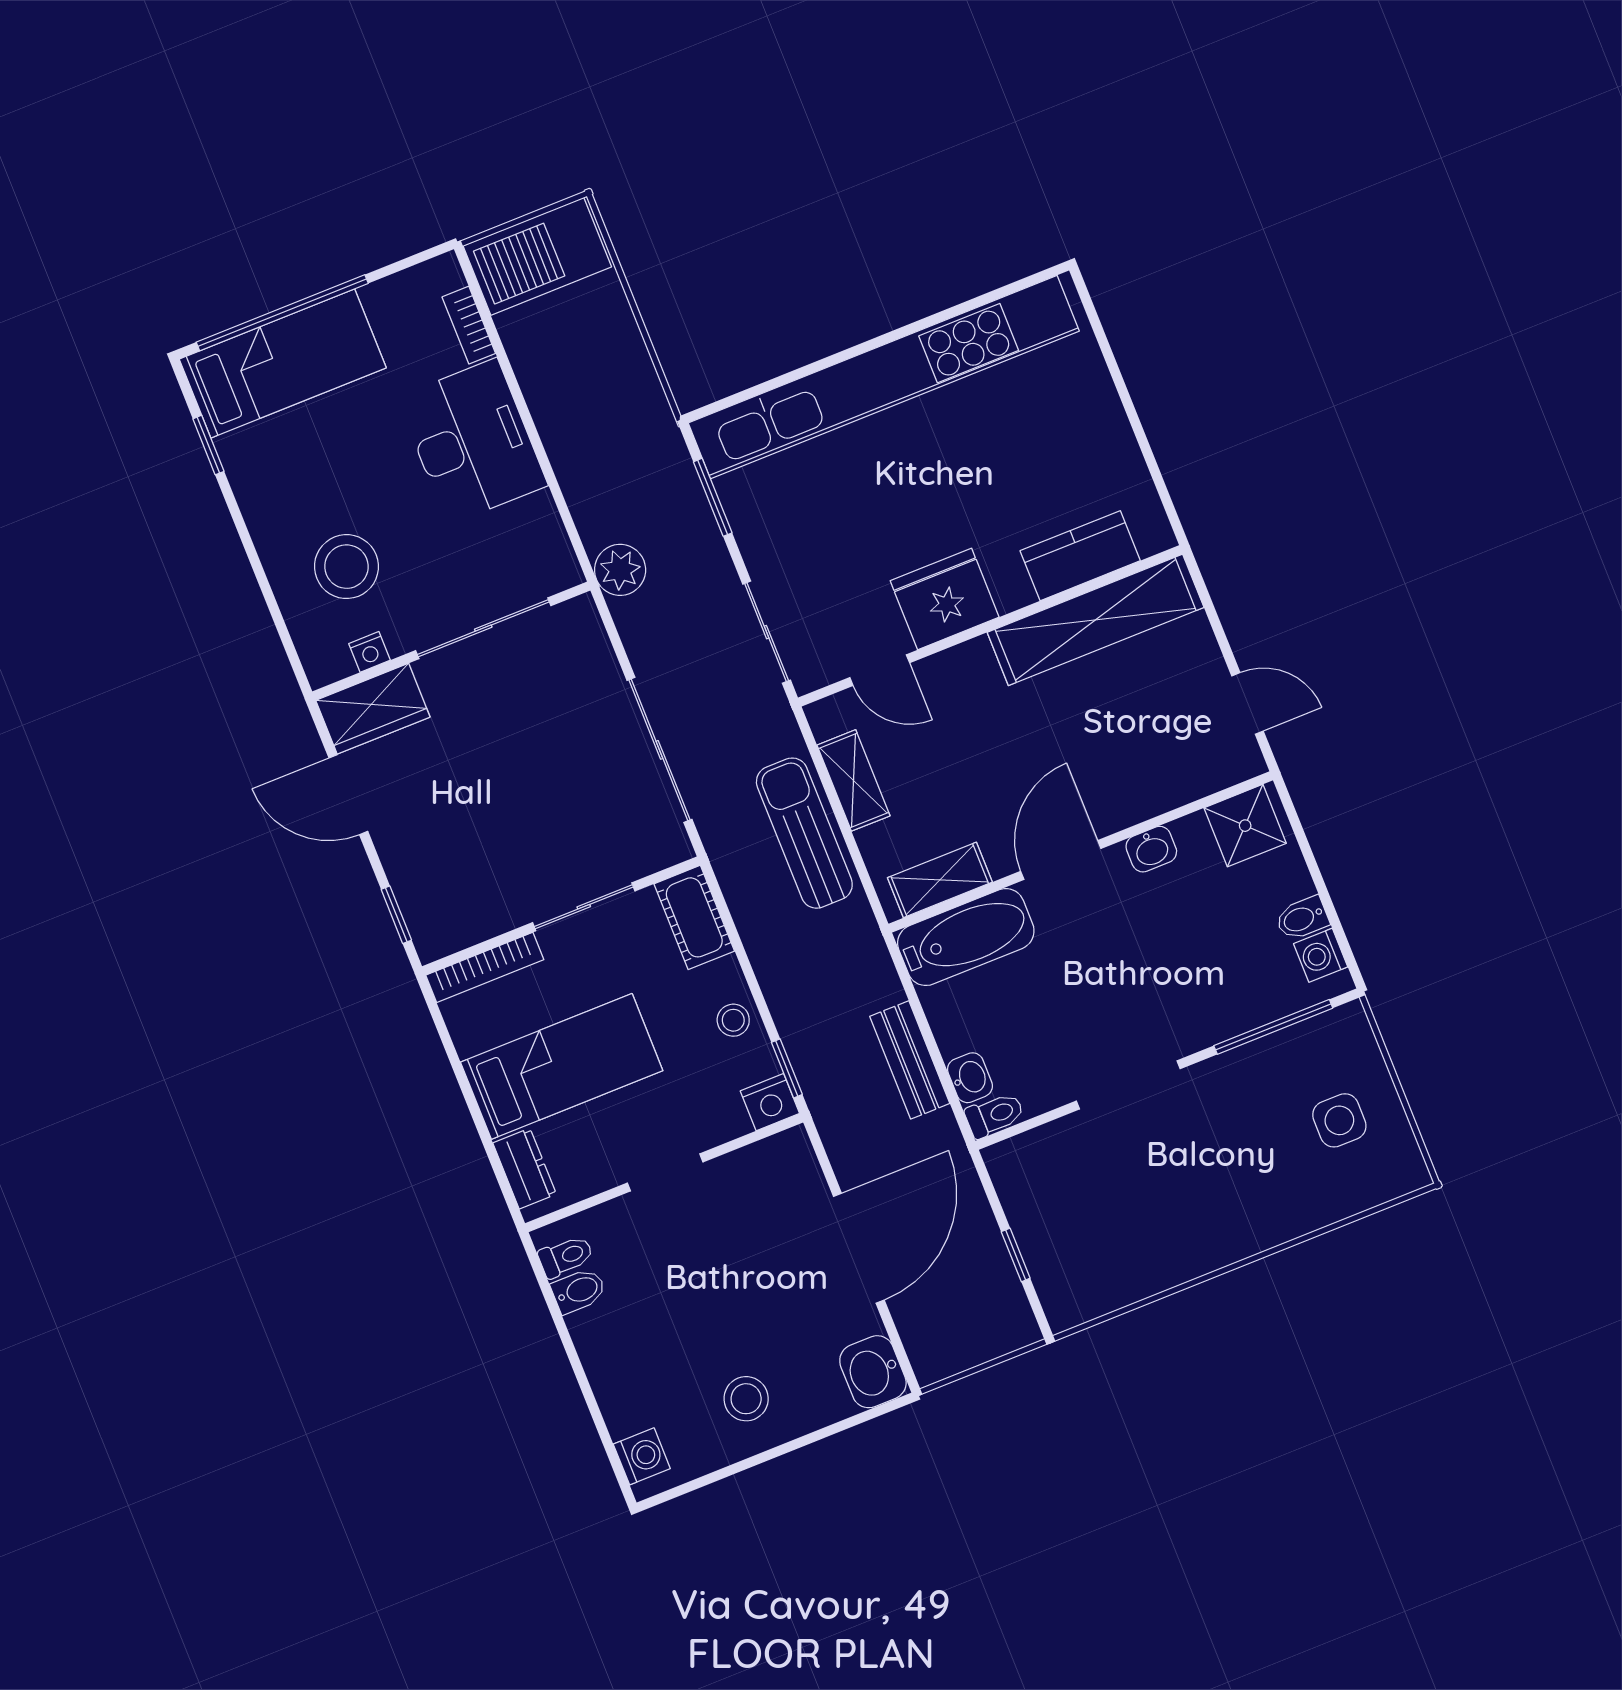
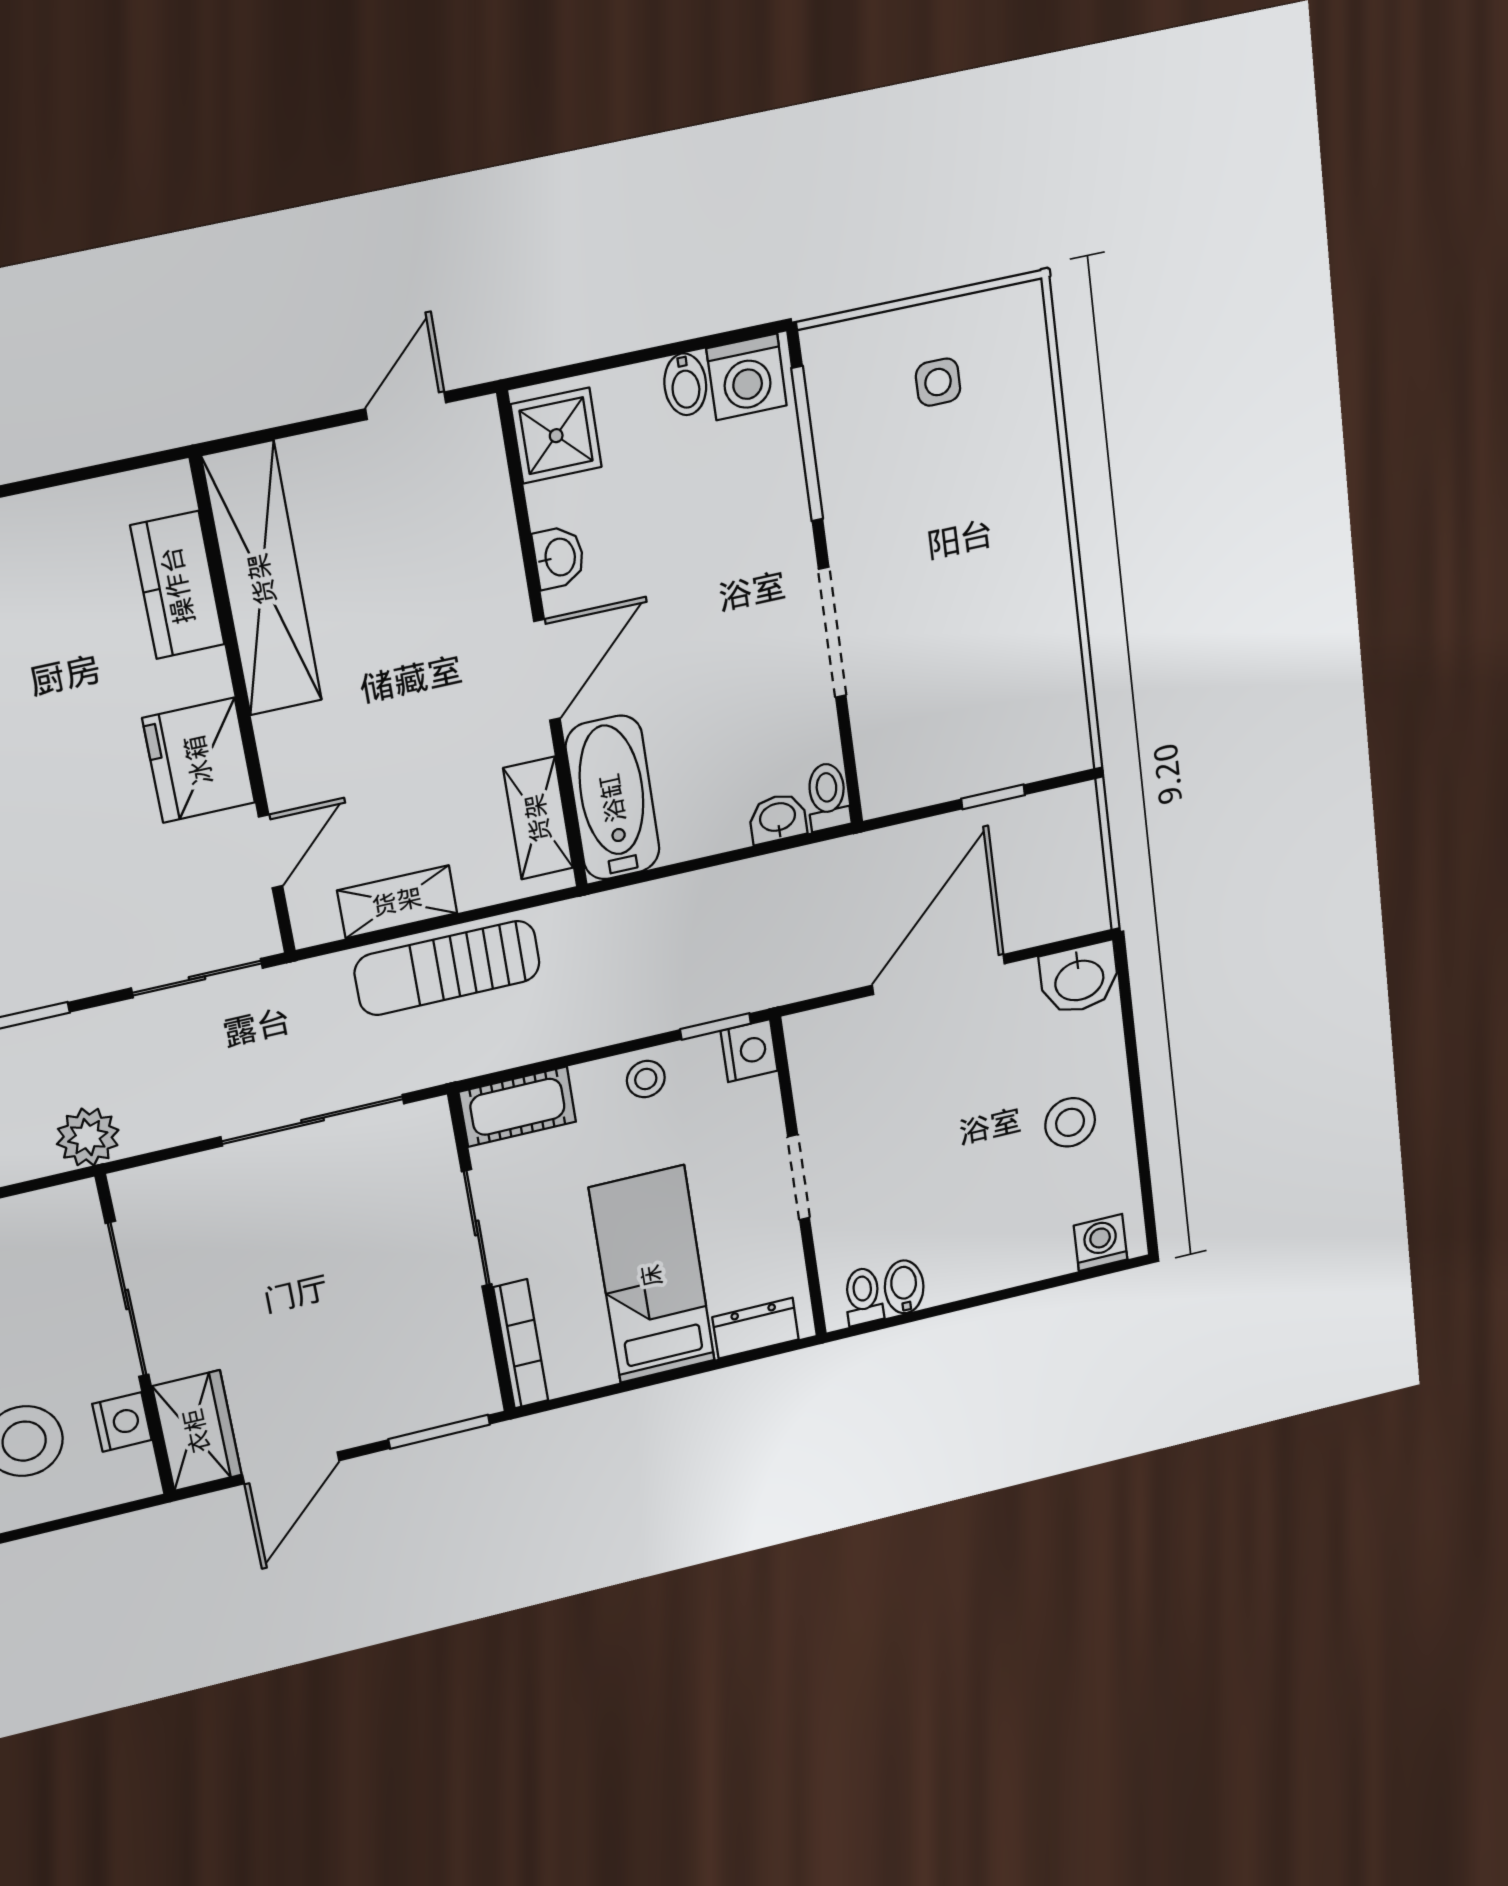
nightstand: (369, 652) -> (122, 1422), width x1.39, depth x1.35
door: (1061, 860) -> (547, 670), swing flipped
window: (396, 915) -> (439, 1432), width x1.50
washing machine: (1321, 955) -> (747, 377), width x1.38, depth x1.38
bench: (910, 1060) -> (740, 885), removed
side table: (1339, 1120) -> (938, 382), width x0.73, depth x0.73
door: (859, 1248) -> (939, 974), hinge flipped

